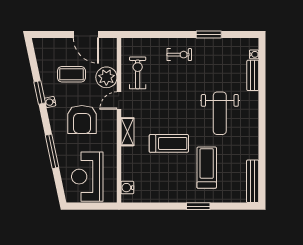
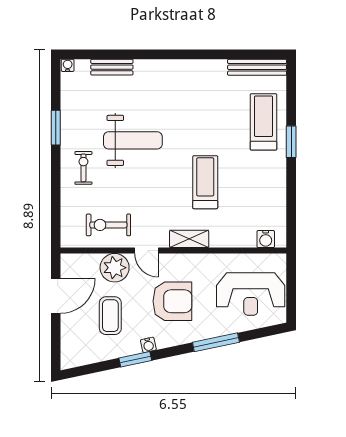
water cooler: (254, 54) -> (68, 65), moved
weight bench: (220, 113) -> (133, 140), moved
treadmill: (207, 168) -> (264, 122), moved, turned 90

